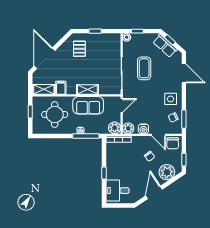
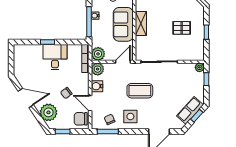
pallet: (79, 49) -> (182, 28), moved
coffee table: (144, 68) -> (140, 91), moved
door: (122, 106) -> (123, 62), swing flipped
door: (159, 135) -> (90, 103), hinge flipped
desk: (117, 191) -> (55, 57), moved

